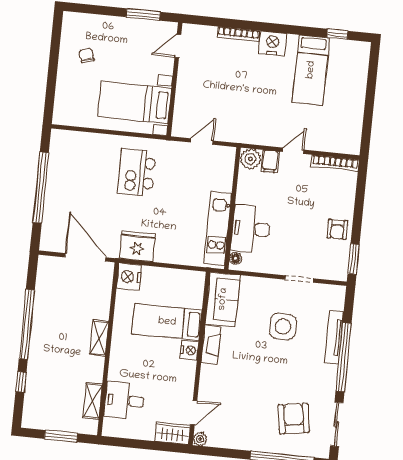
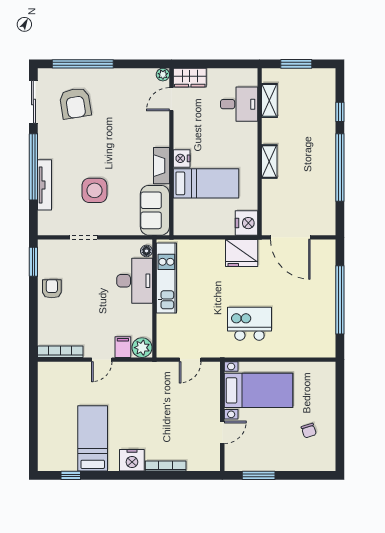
door: (178, 46) -> (222, 432), moved
kitchen island: (137, 172) -> (249, 324), turned -90

